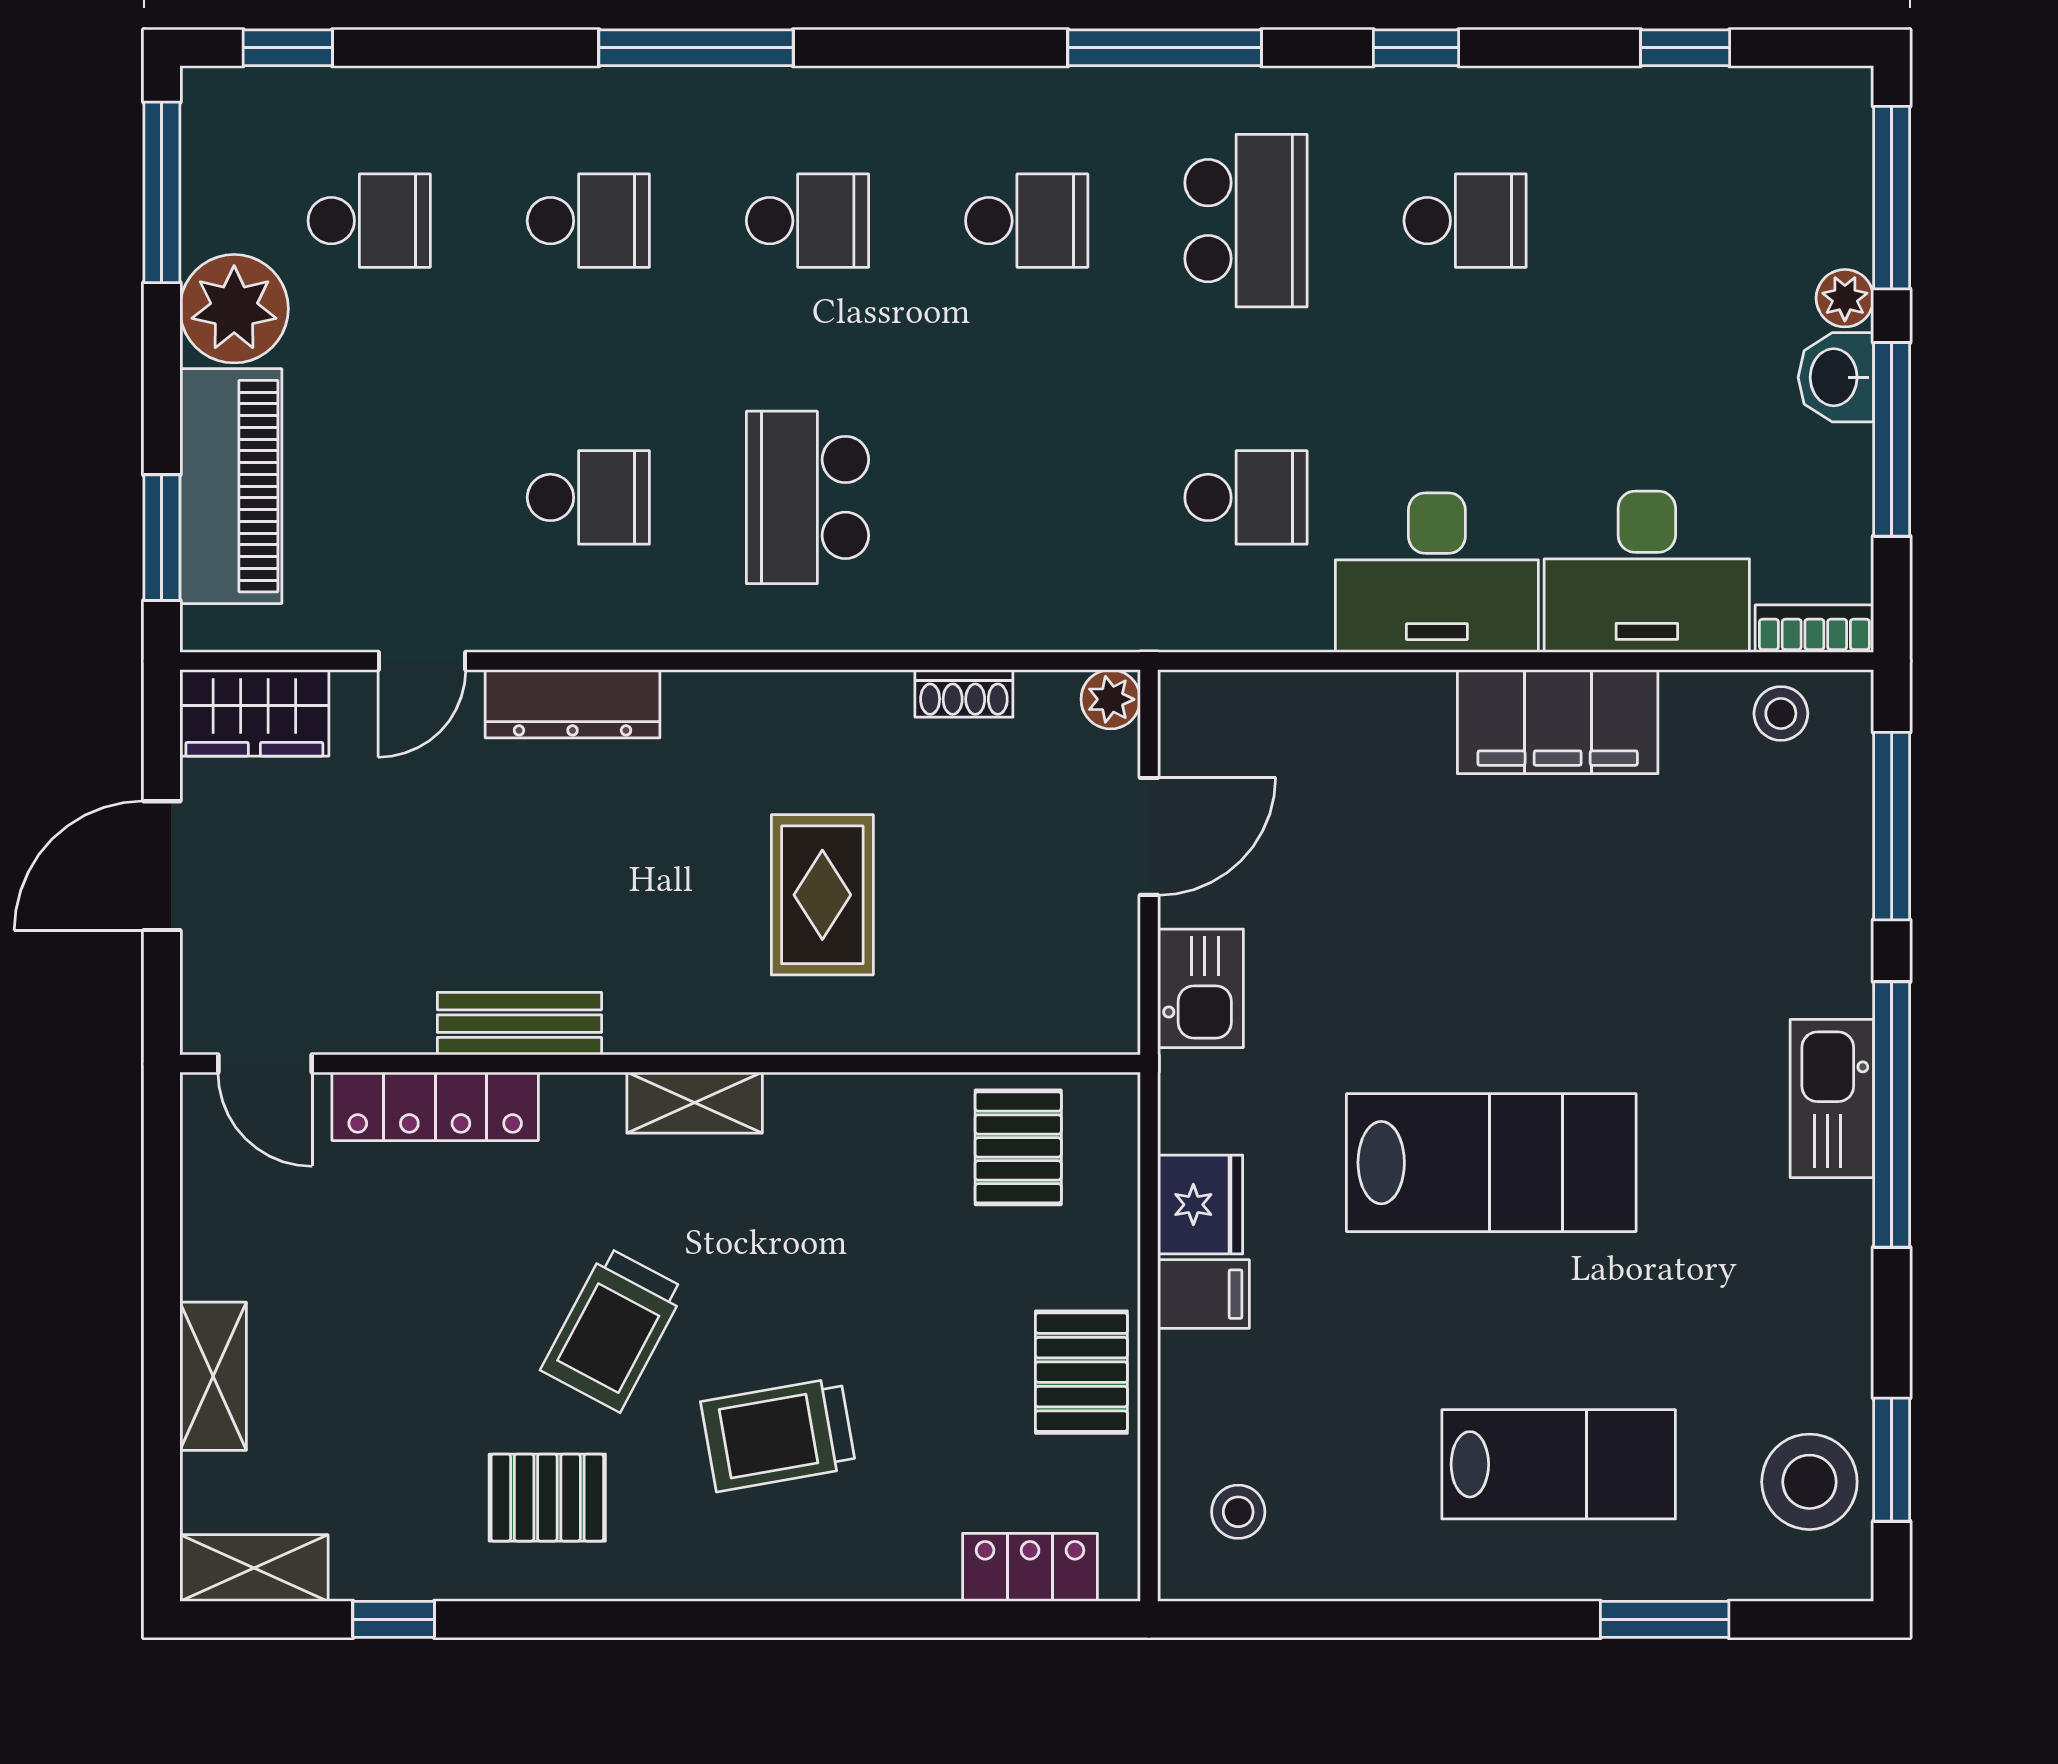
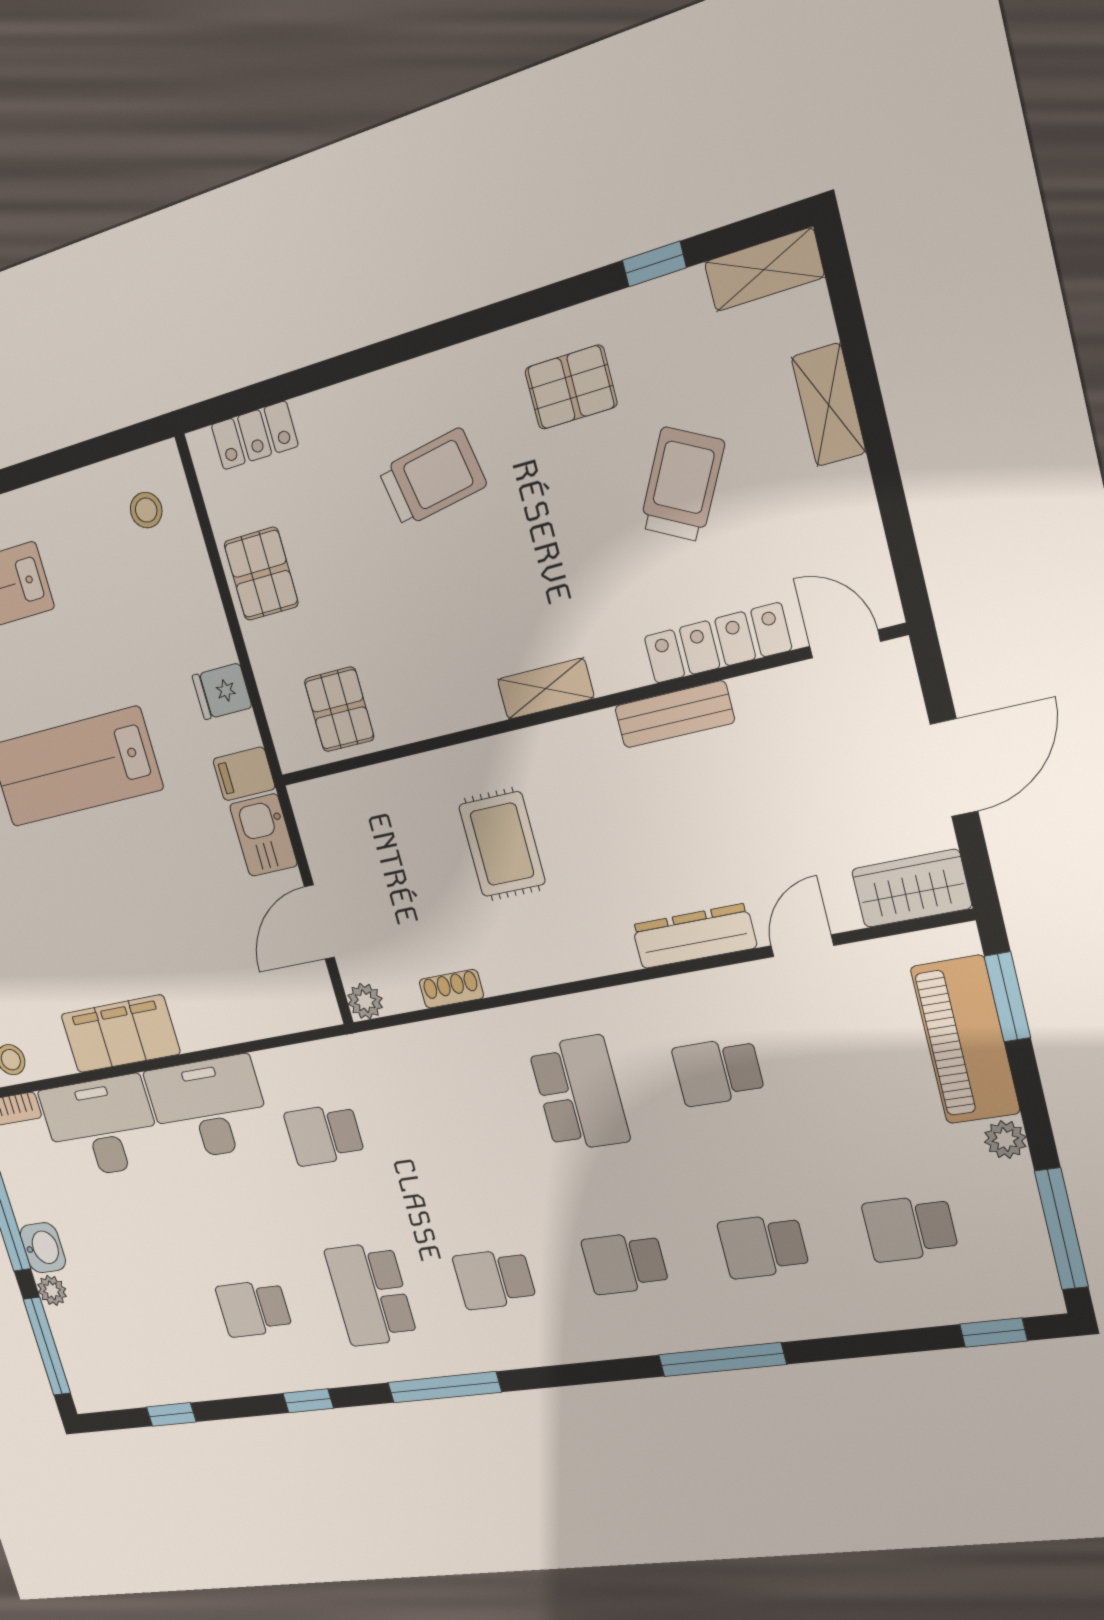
plant: (234, 309) -> (1005, 1140), width x0.53, depth x0.53
fridge: (1200, 1205) -> (222, 691), width x0.72
filing cabinet: (1203, 1294) -> (244, 774), moved
trolley: (613, 1329) -> (682, 484), moved

